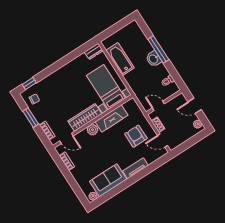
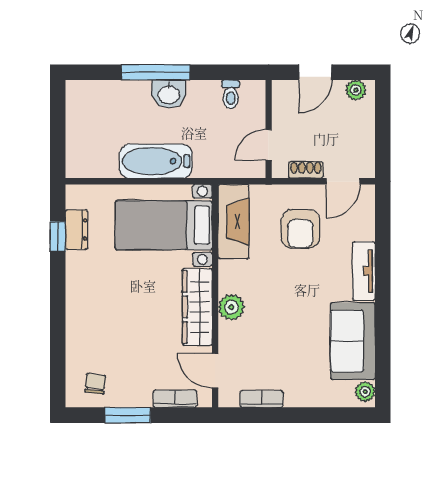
dresser: (94, 51) -> (76, 230), moved
bathtub: (120, 59) -> (156, 161), moved
window: (29, 84) -> (58, 237), moved
fireplace: (111, 118) -> (234, 222), moved
armchair: (136, 136) -> (300, 229), turned -90
door: (66, 138) -> (215, 371), swing flipped

